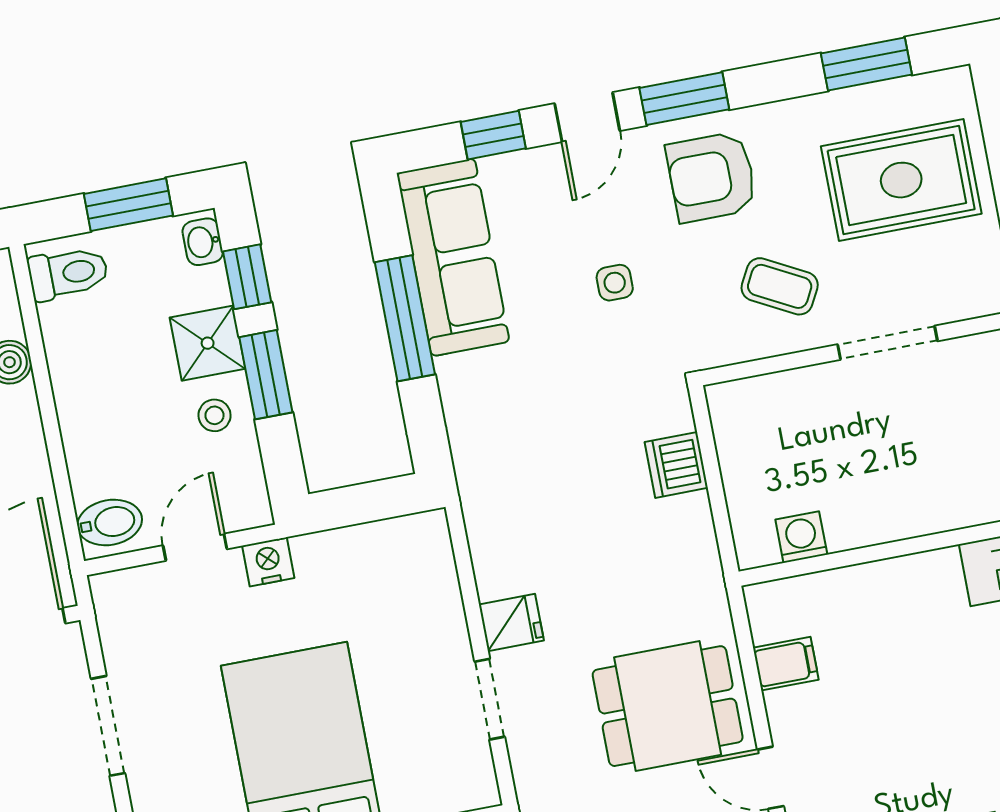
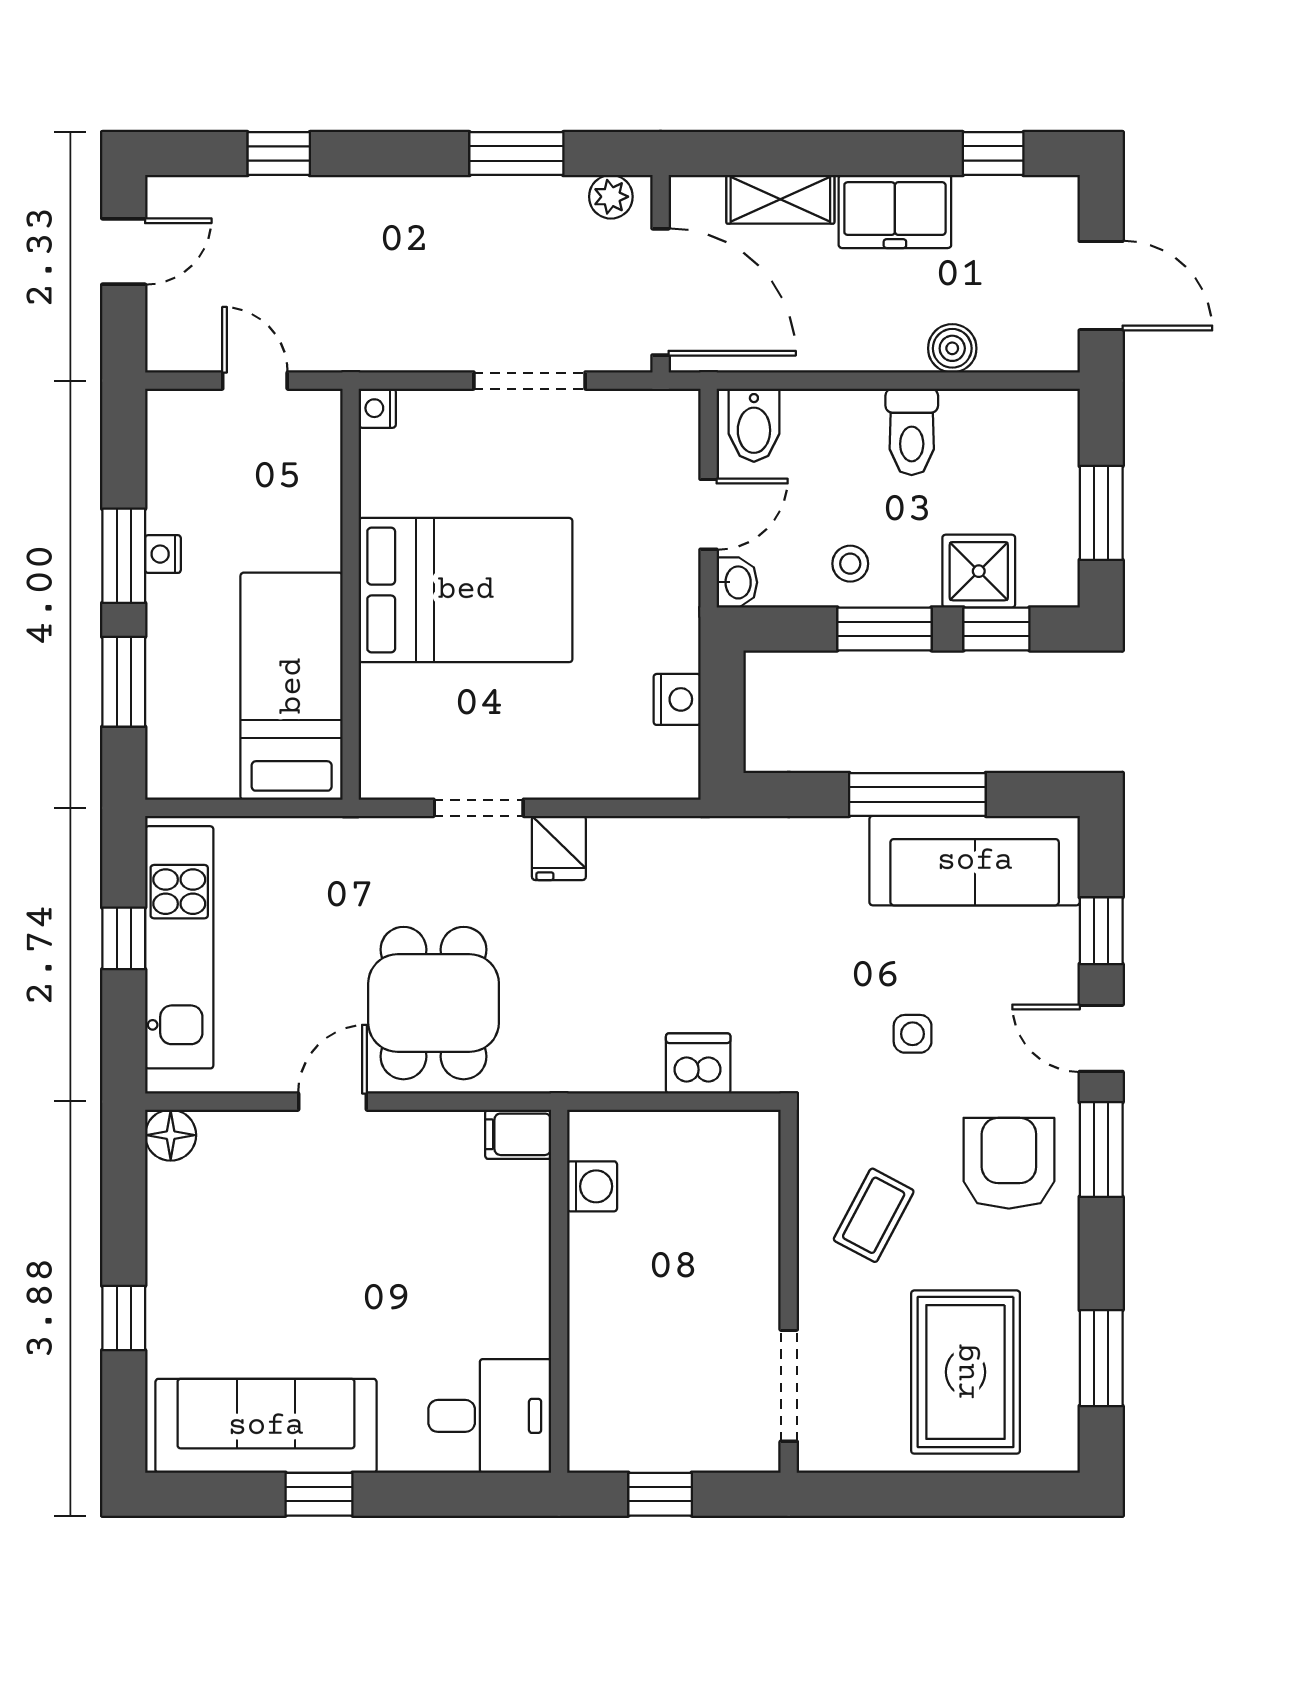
washbasin: (203, 242) -> (737, 582), moved, turned 90
toilet: (68, 273) -> (912, 432), moved
shower: (208, 343) -> (979, 571), moved
doorway: (888, 343) -> (789, 1386), moved
door: (195, 547) -> (709, 514), hinge flipped
nightstand: (268, 562) -> (677, 699), moved
filing cabinet: (786, 664) -> (518, 1134), moved, turned 90

